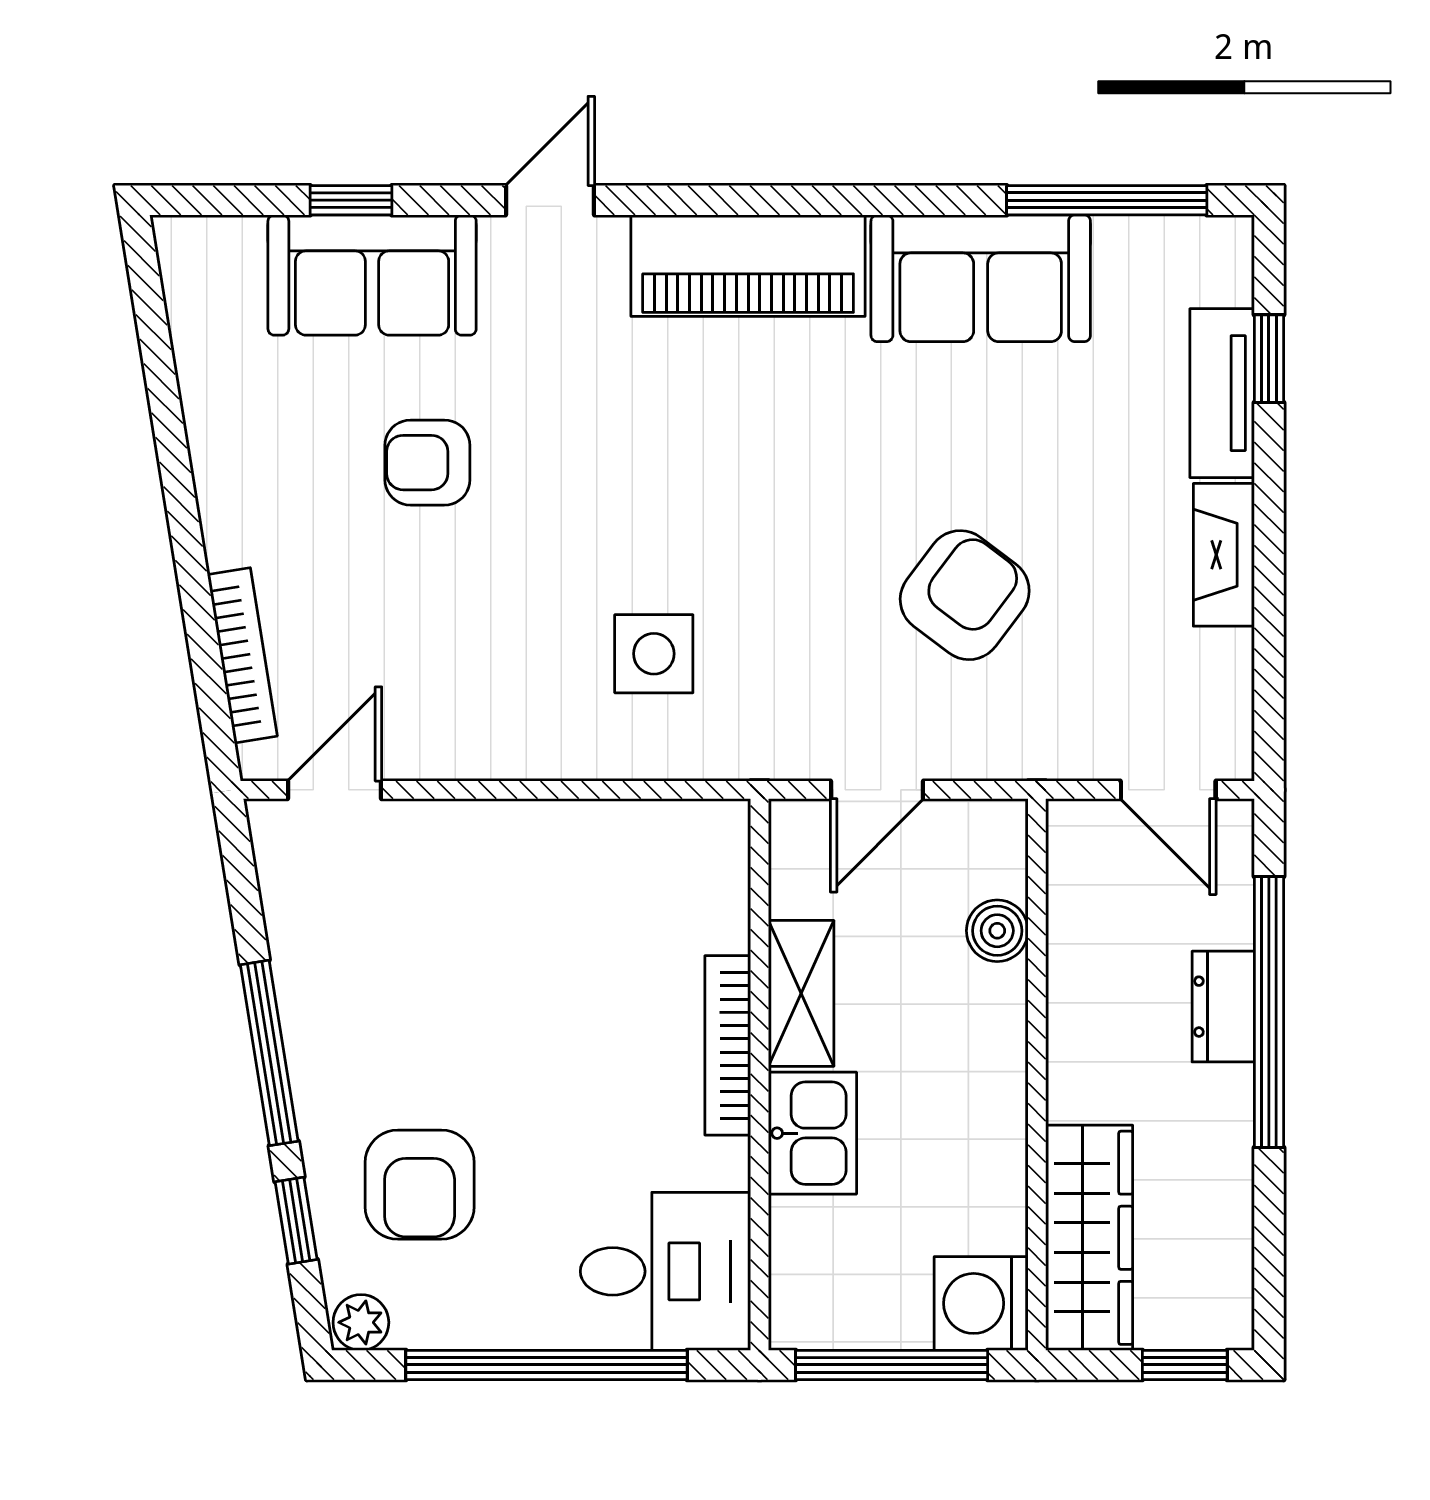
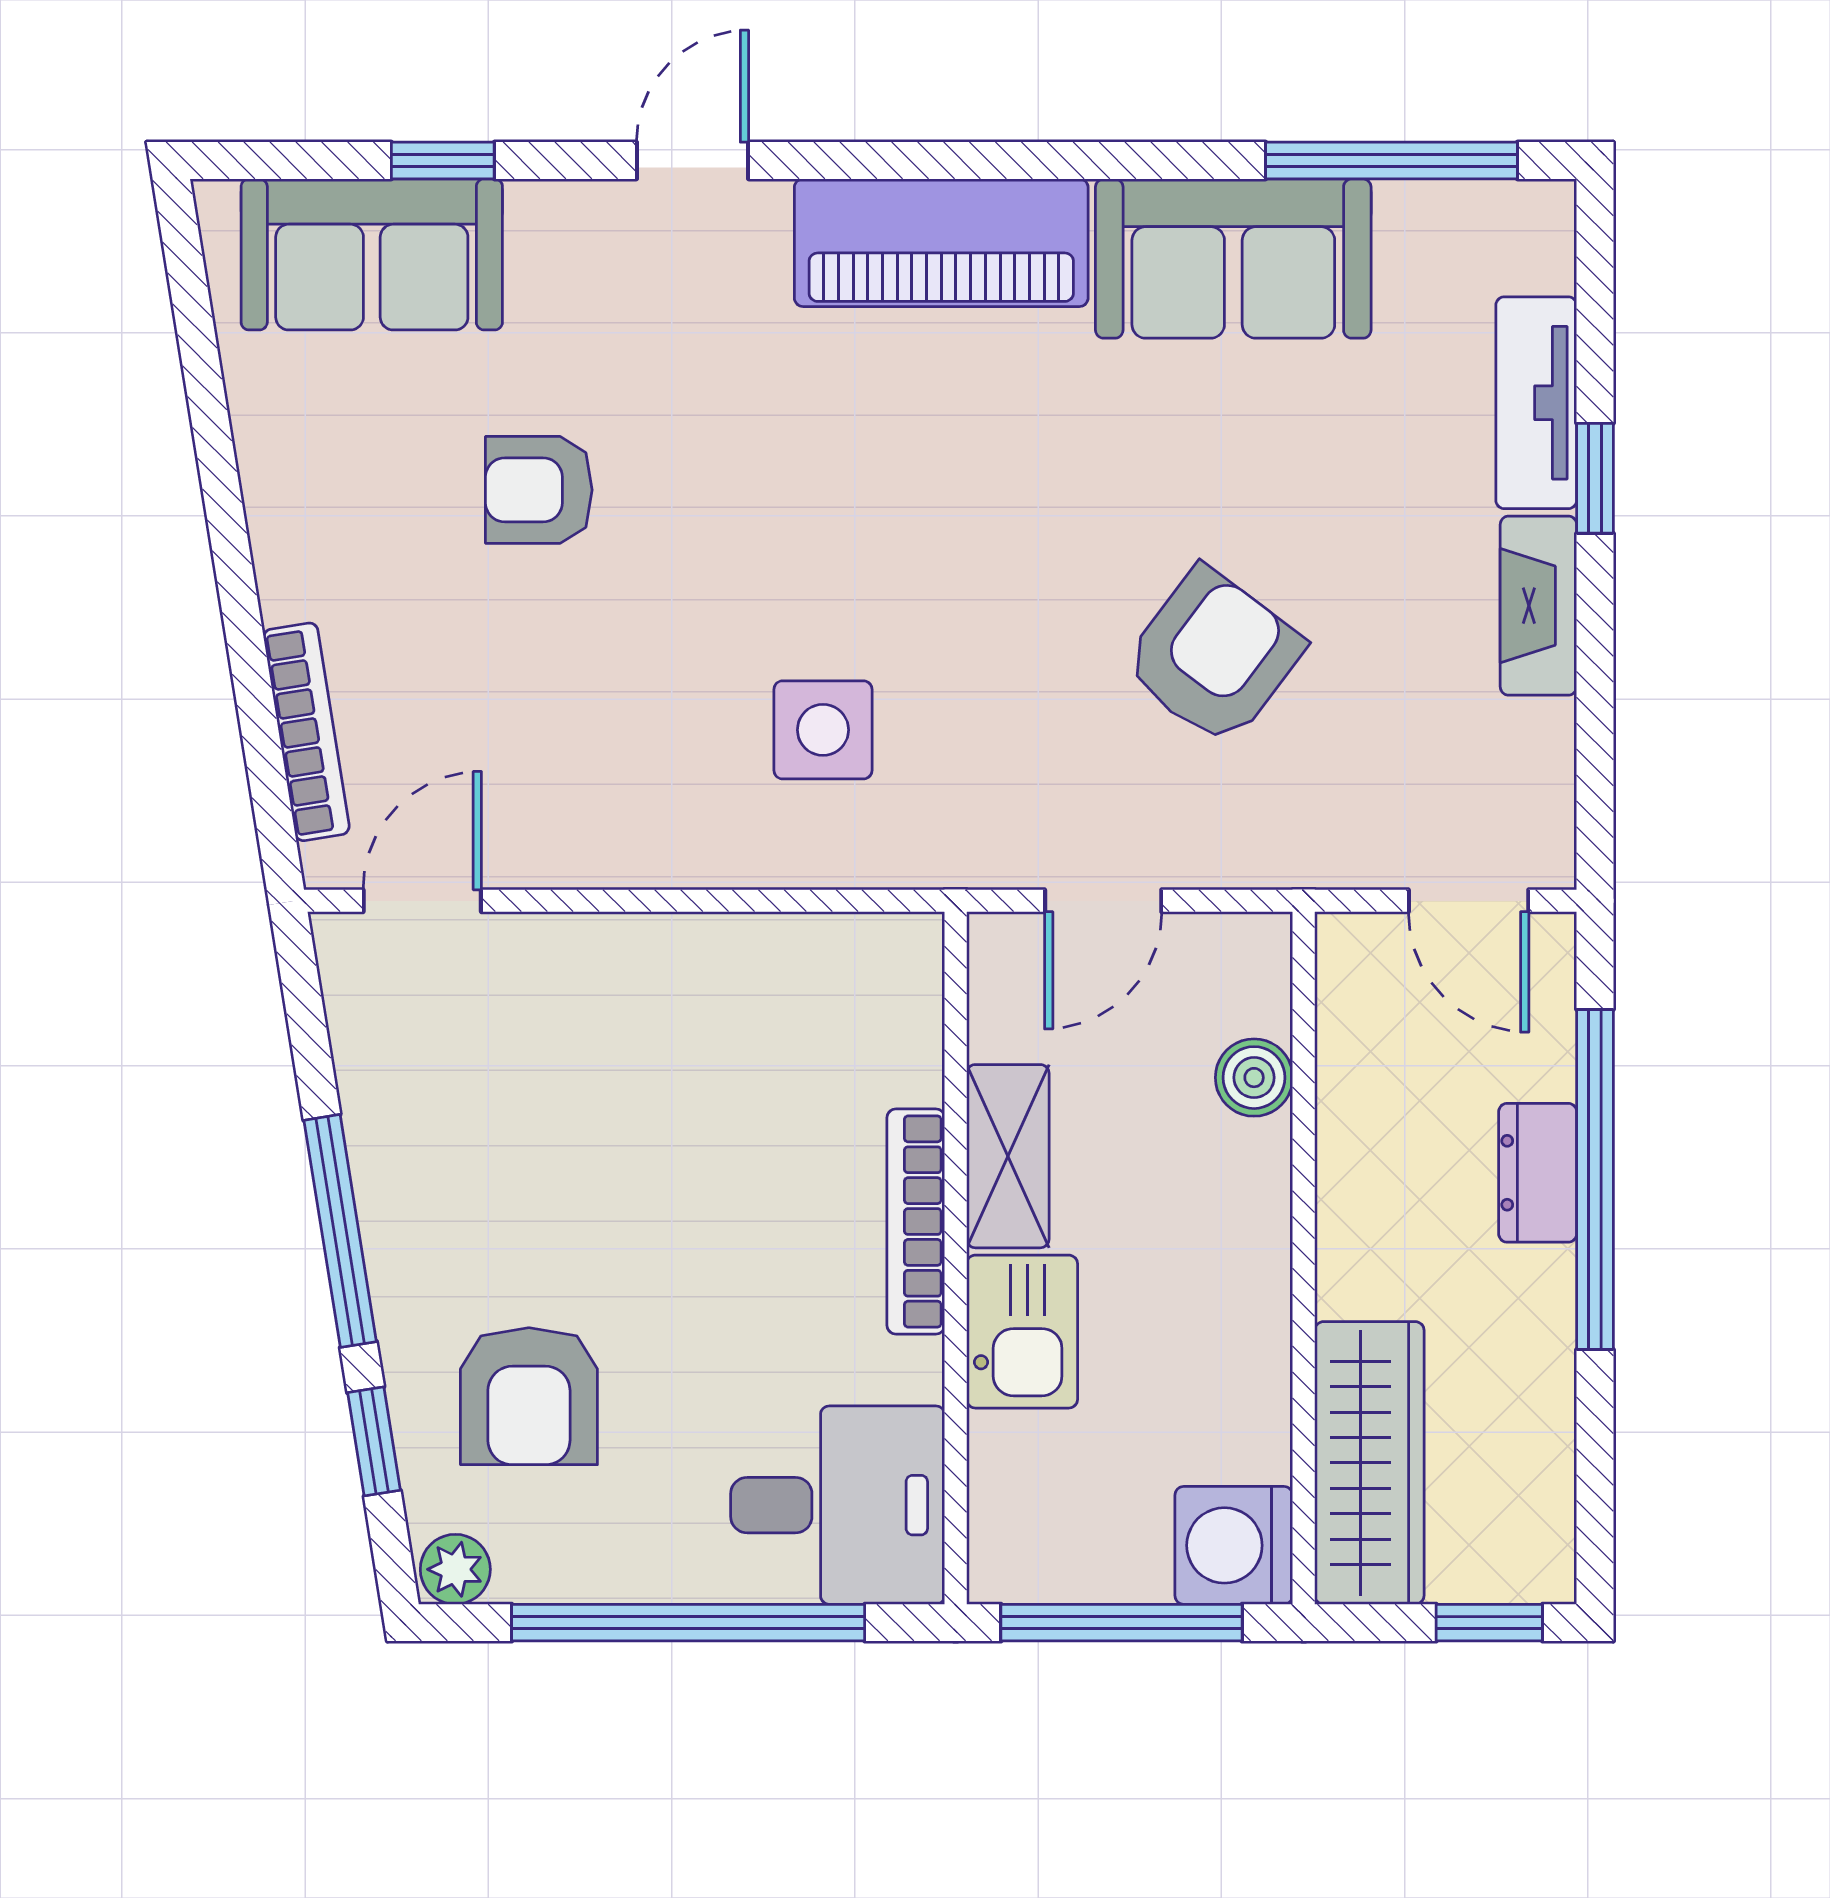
sofa: (372, 275) -> (372, 254), moved
window: (1269, 359) -> (1595, 478), moved

